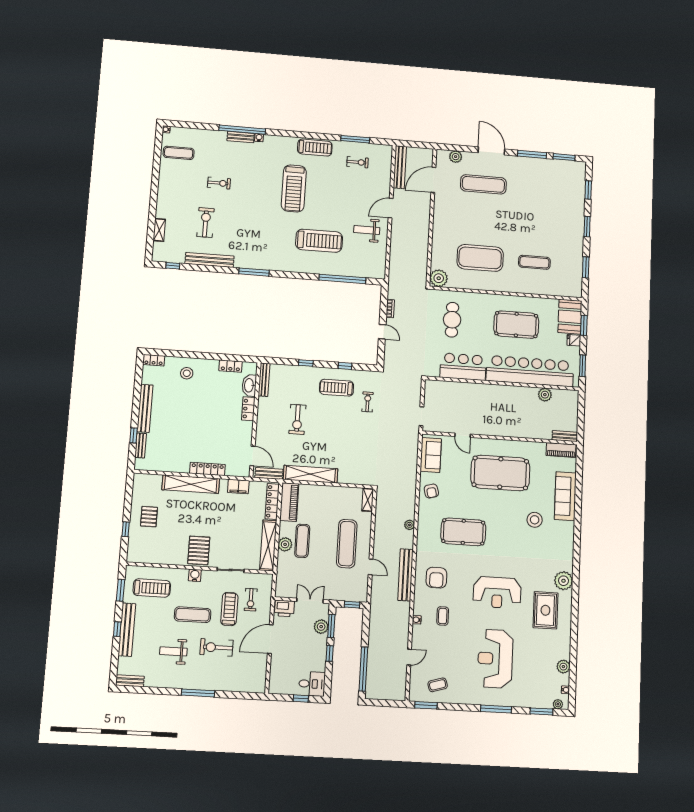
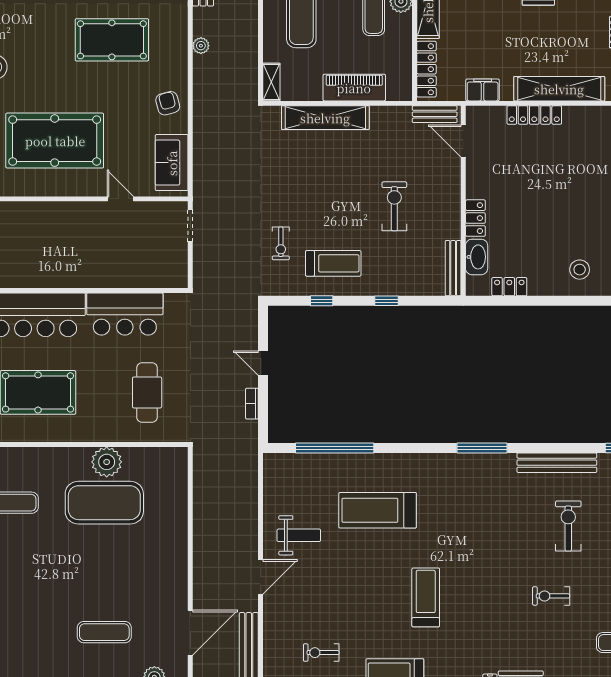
exercise mat: (483, 184) -> (104, 632), width x0.73, depth x0.69
treadmill: (294, 188) -> (426, 597), width x0.73, depth x0.73
exercise bike: (205, 223) -> (568, 526), turned 180
plant: (439, 278) -> (107, 462), moved
shelving: (311, 474) -> (325, 118), moved
piano: (289, 502) -> (354, 88), moved, turned 90

